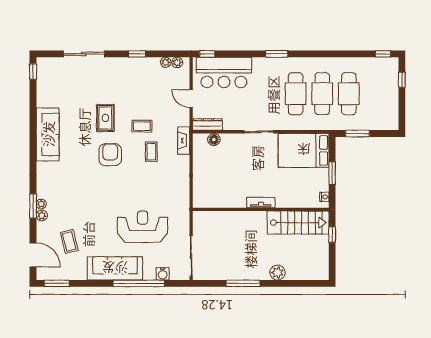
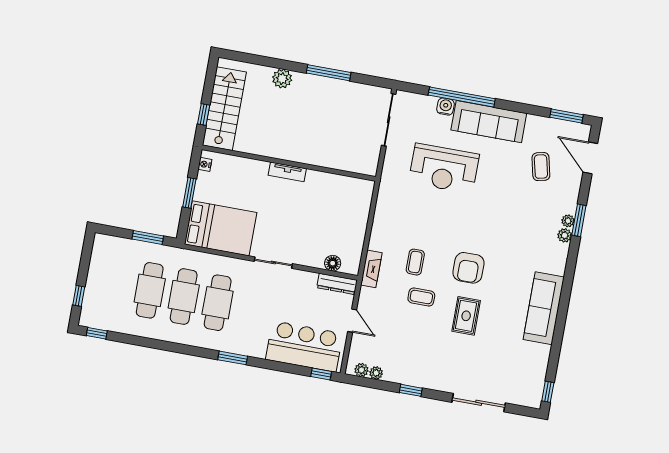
plant: (42, 215) -> (565, 235), moved
stairs: (298, 223) -> (224, 109), moved, turned 90
water cooler: (163, 274) -> (445, 107), moved

